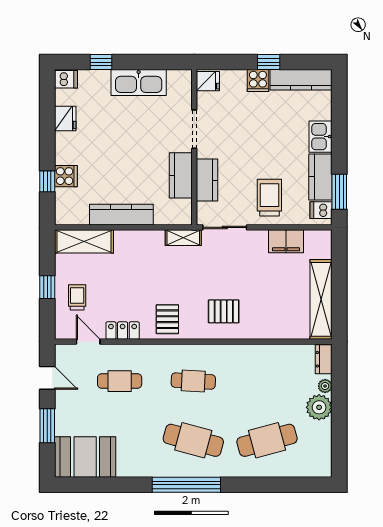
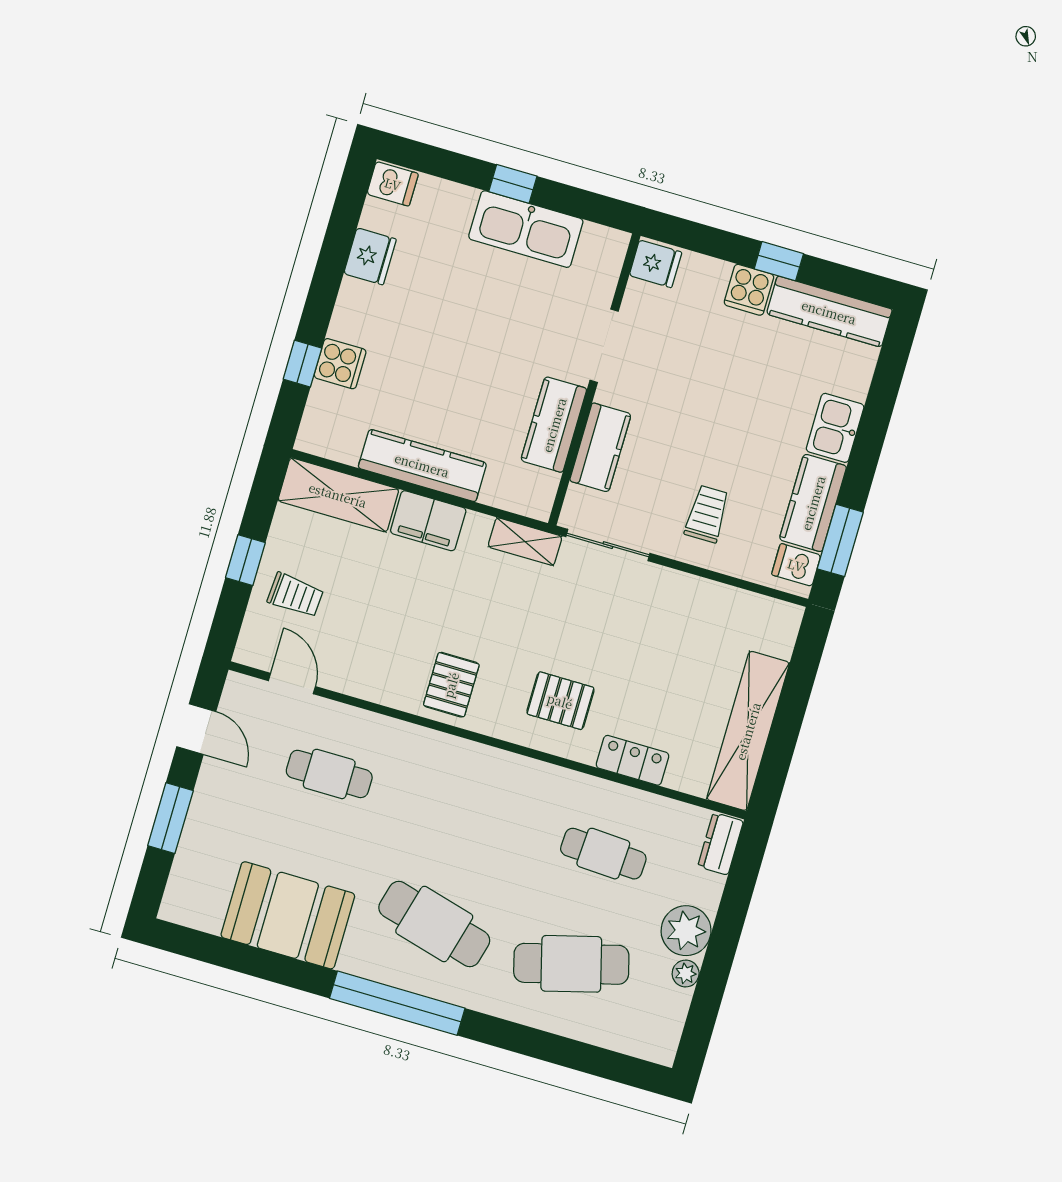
window: (101, 62) -> (513, 184), moved
trolley: (269, 198) -> (707, 514), width x0.73, depth x0.72
filing cabinet: (286, 241) -> (428, 521), moved
trolley: (77, 297) -> (295, 595), turned 94
locker: (123, 331) -> (632, 760), moved
cafe table: (193, 381) -> (603, 854), moved
plant: (325, 386) -> (686, 974), moved
booth: (85, 457) -> (288, 915), moved

